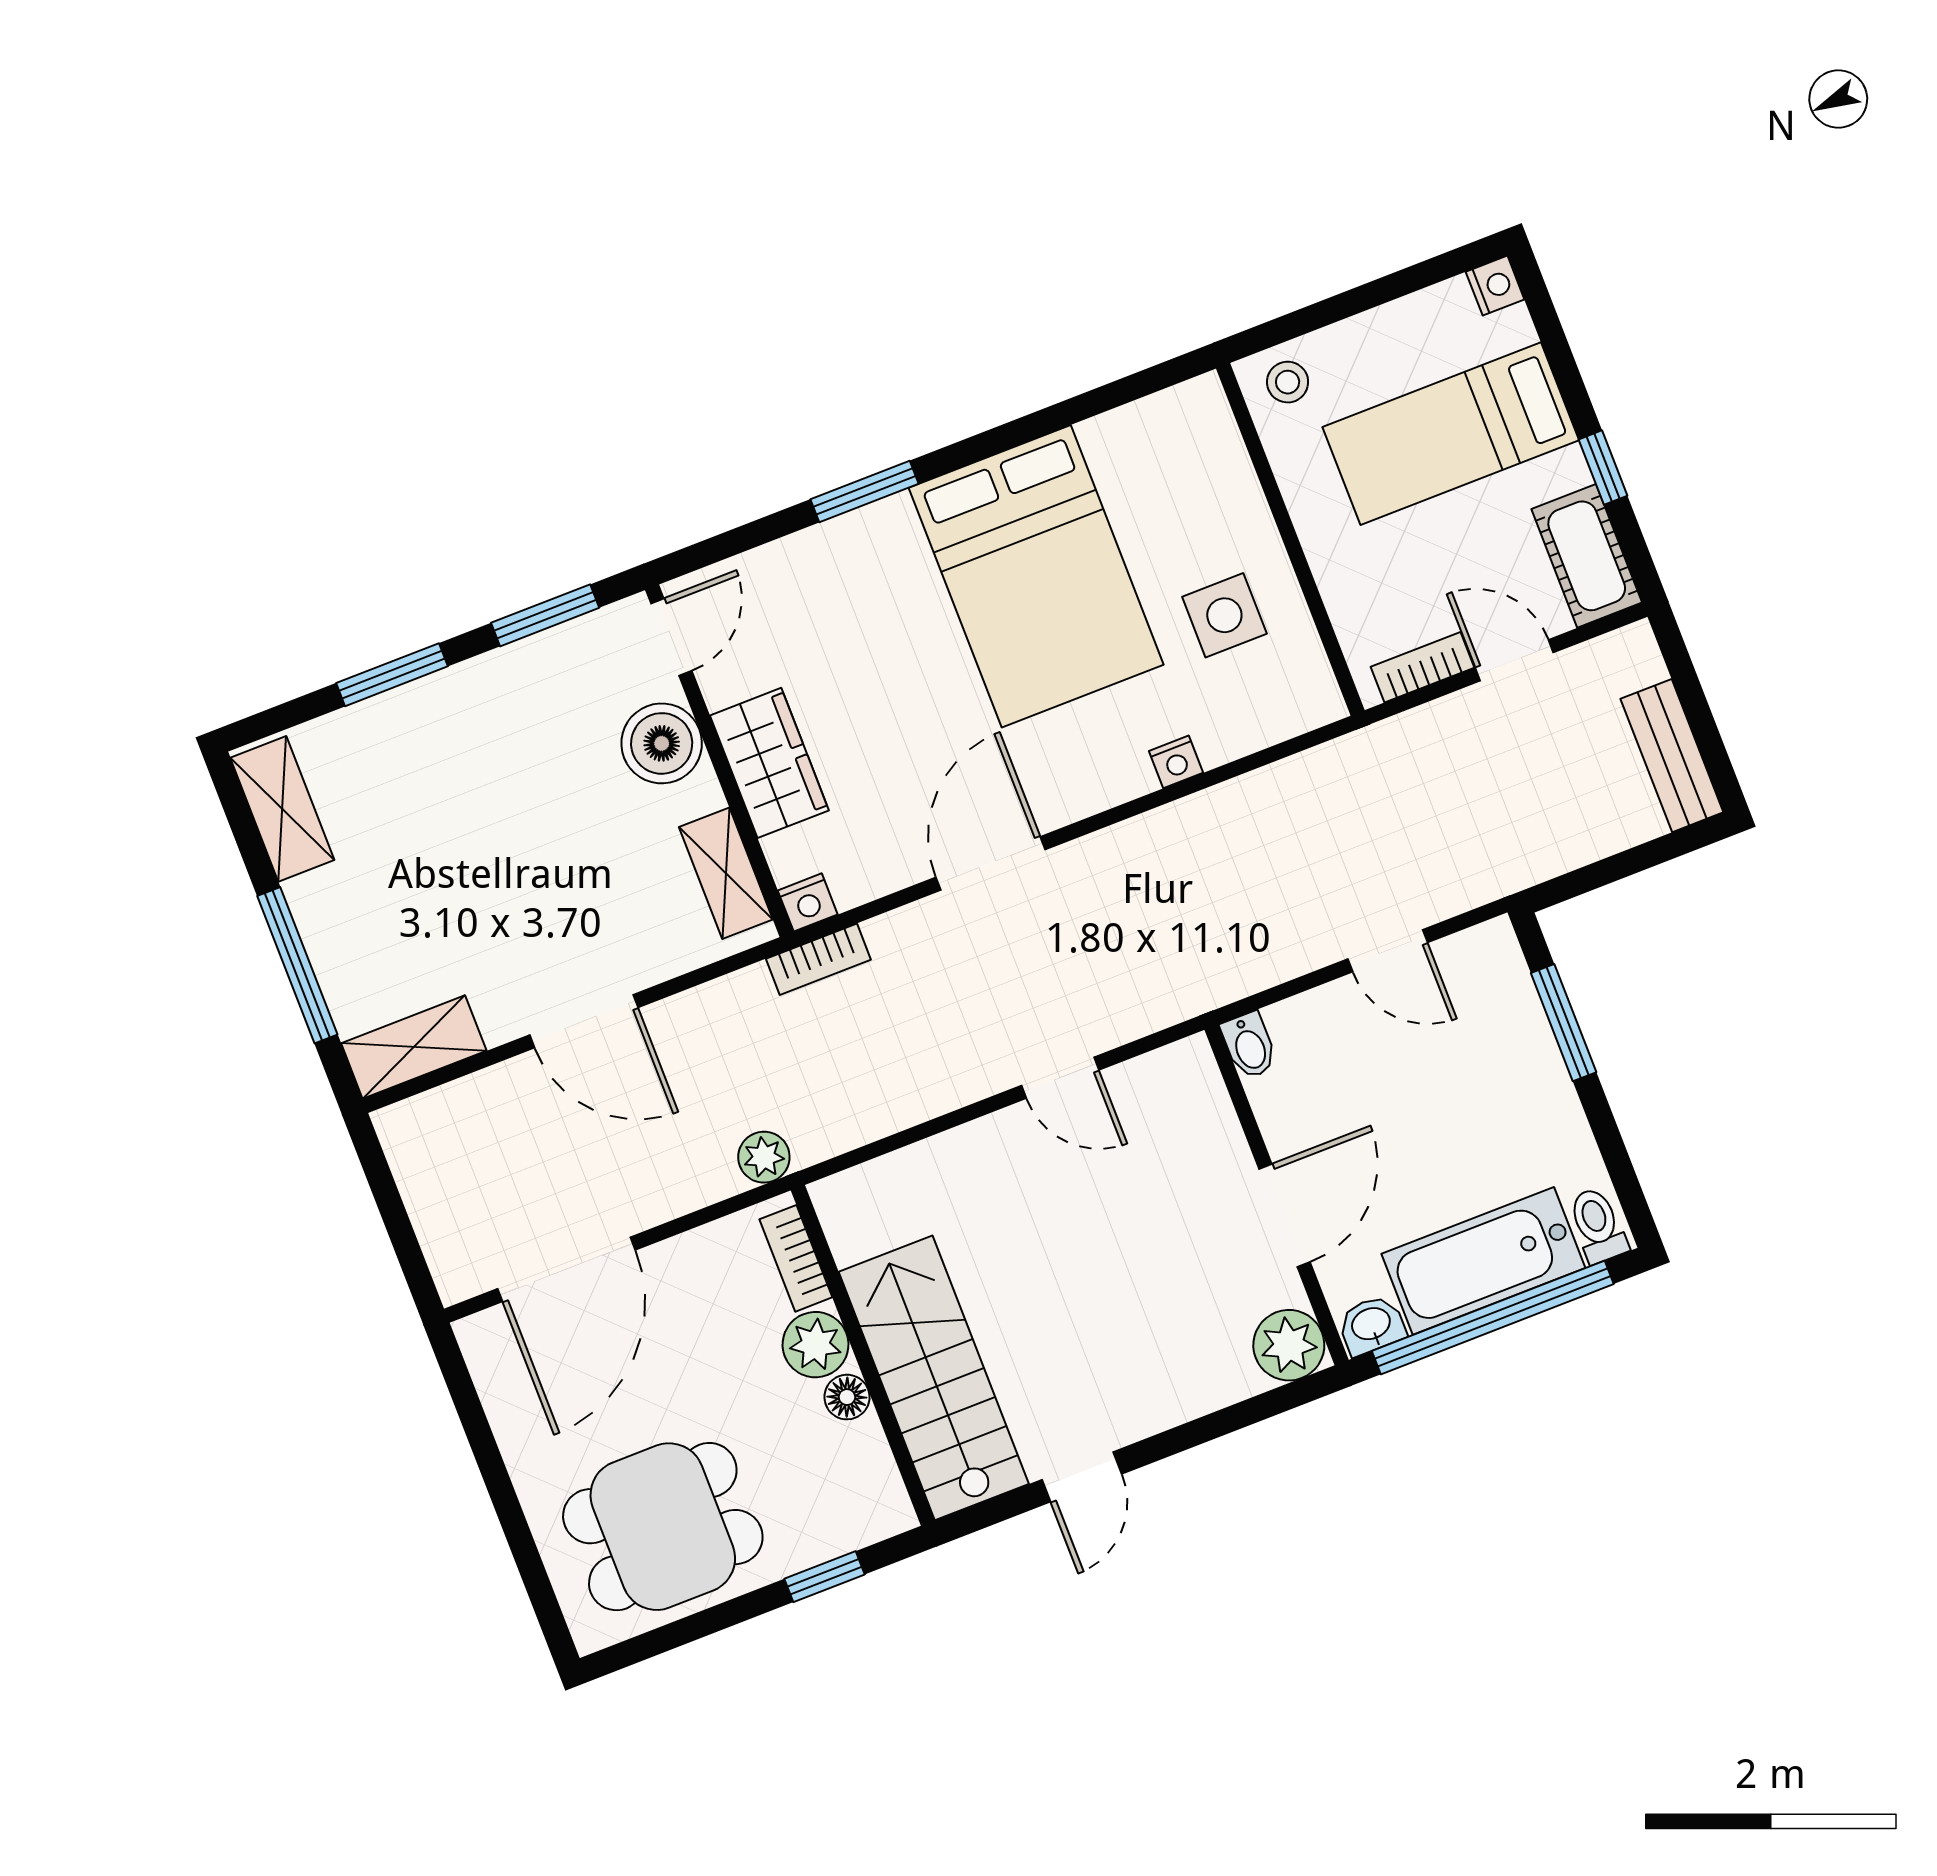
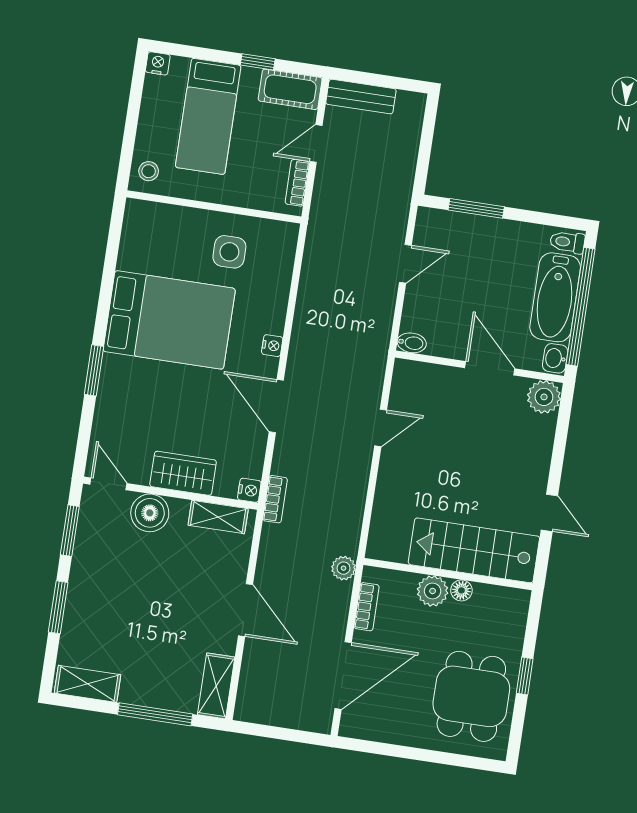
bench: (1672, 756) -> (361, 97), moved
nightstand: (1176, 762) -> (272, 346), moved
door: (584, 1021) -> (245, 610), hinge flipped
bookcase: (796, 1258) -> (367, 607), moved, turned -90
door: (566, 1269) -> (343, 676), hinge flipped
window: (824, 1577) -> (525, 676), moved

